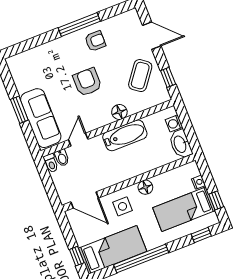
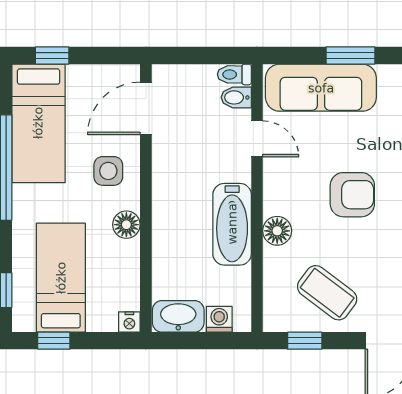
nightstand: (199, 182) -> (129, 322), moved

